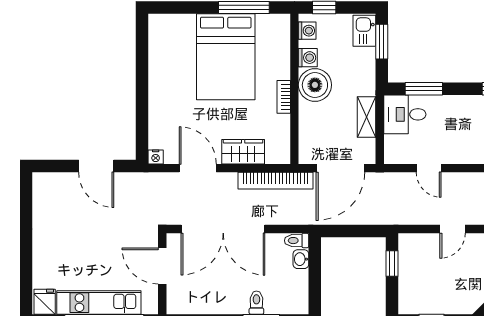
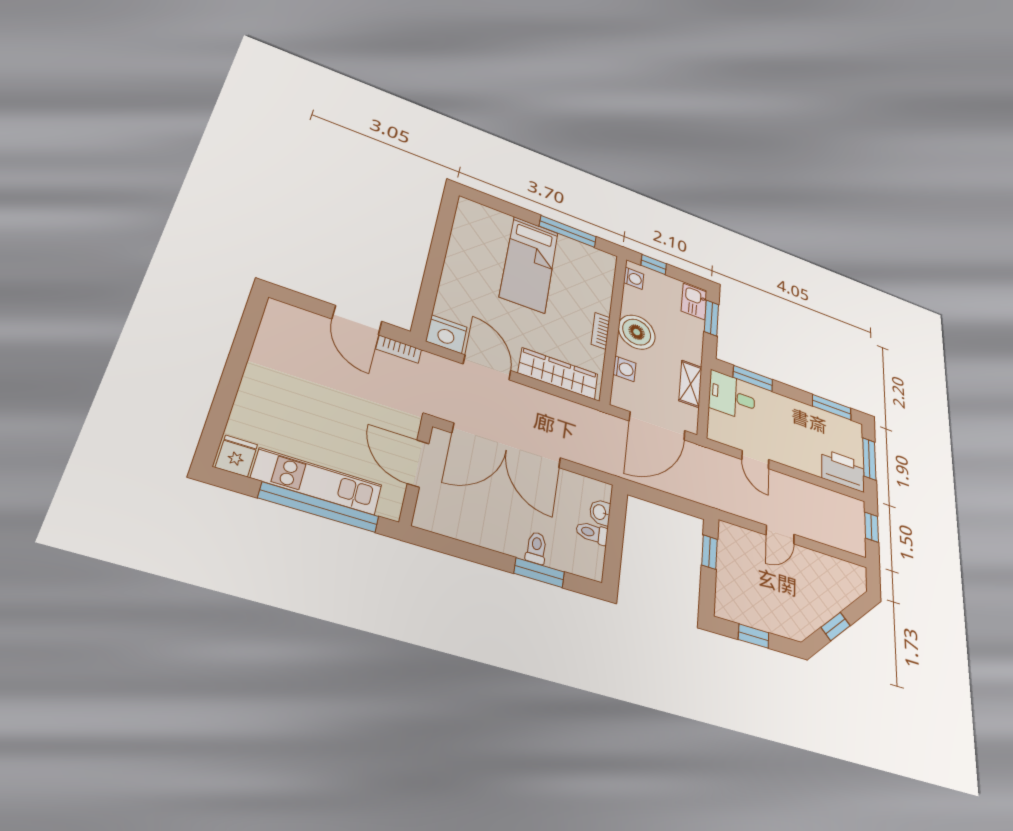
bed: (226, 57) -> (529, 264), width x0.67
washing machine: (308, 58) -> (624, 369), moved
wardrobe: (243, 152) -> (558, 374), width x1.50
nightstand: (156, 157) -> (446, 334), width x1.89, depth x1.79
bookcase: (276, 181) -> (399, 349), moved, width x0.43, depth x0.76
toilet: (297, 241) -> (592, 533), moved

